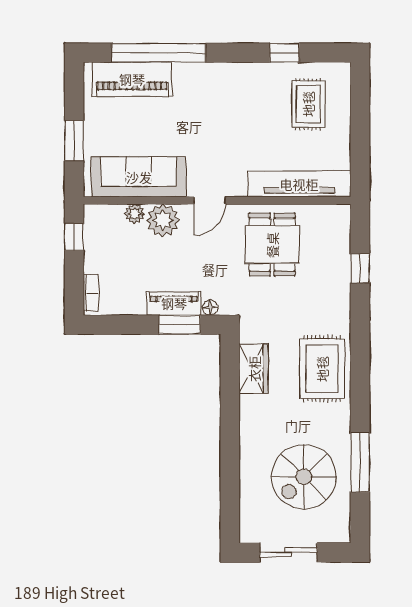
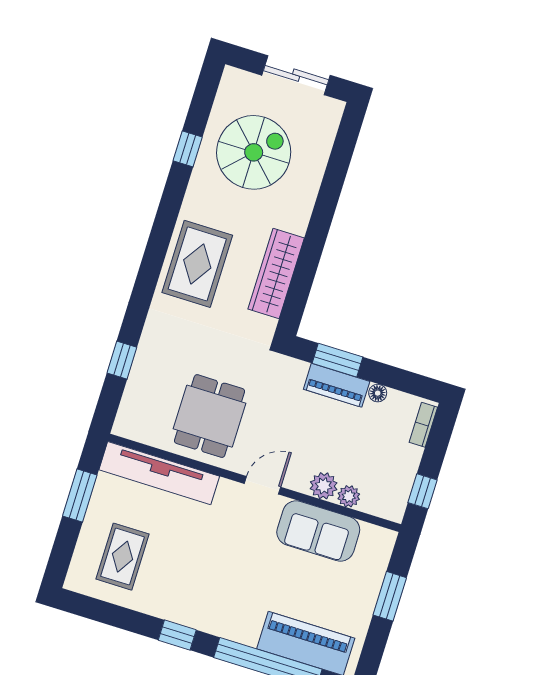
window: (285, 53) -> (177, 635), moved
window: (360, 144) -> (80, 496), added
sofa: (139, 177) -> (318, 531), width x0.73
plant: (163, 220) -> (324, 486), width x0.73, depth x0.73
floor lamp: (210, 308) -> (378, 393), moved
wardrobe: (254, 369) -> (276, 273), width x1.50
window: (360, 463) -> (188, 149), width x0.46

